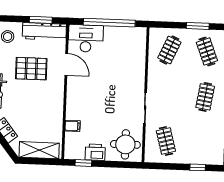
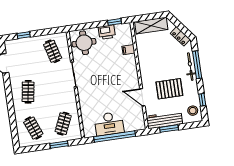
window: (198, 26) -> (59, 145), moved
desk: (86, 38) -> (109, 124), moved

